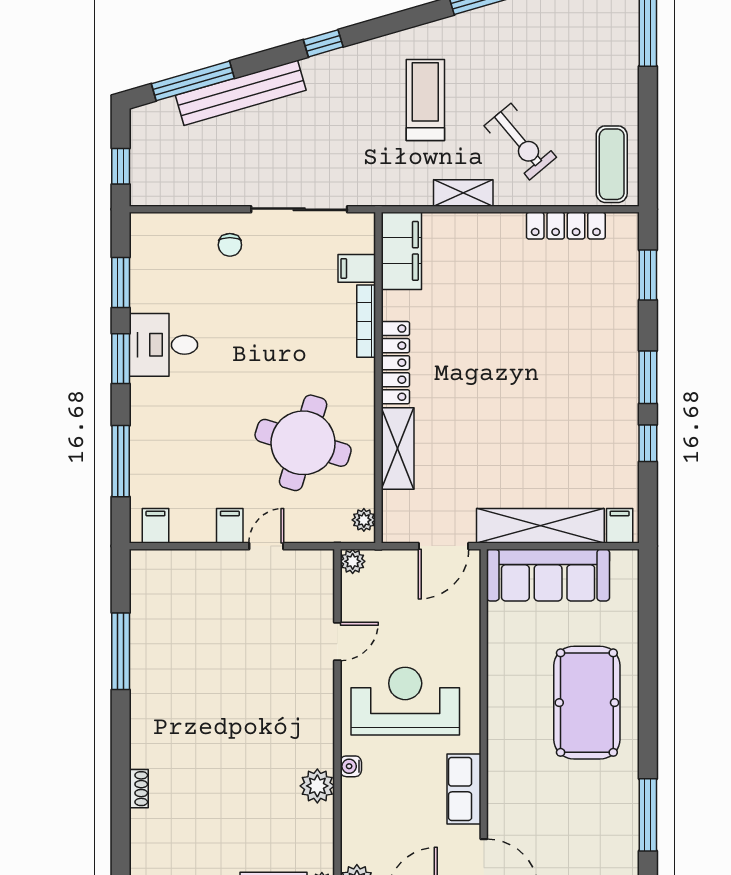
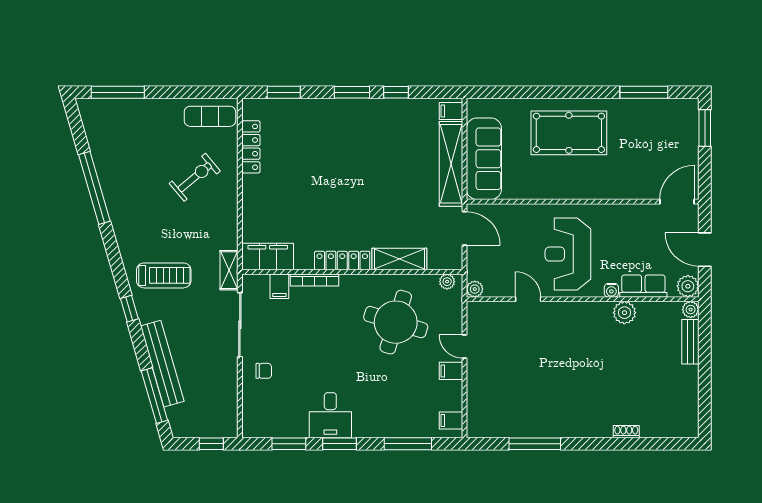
treadmill: (425, 100) -> (164, 275), moved, turned 180
shelving: (463, 193) -> (229, 270), moved
row of seats: (464, 789) -> (643, 286), moved, turned 180

